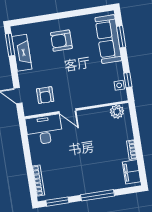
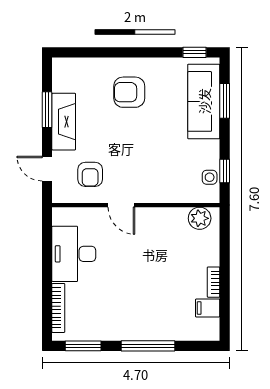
window: (98, 10) -> (195, 52), added
window: (10, 45) -> (47, 110), moved
fireplace: (22, 53) -> (64, 122), moved
desk: (44, 130) -> (74, 254), moved, turned -90
filing cabinet: (131, 172) -> (208, 308), width x0.50

